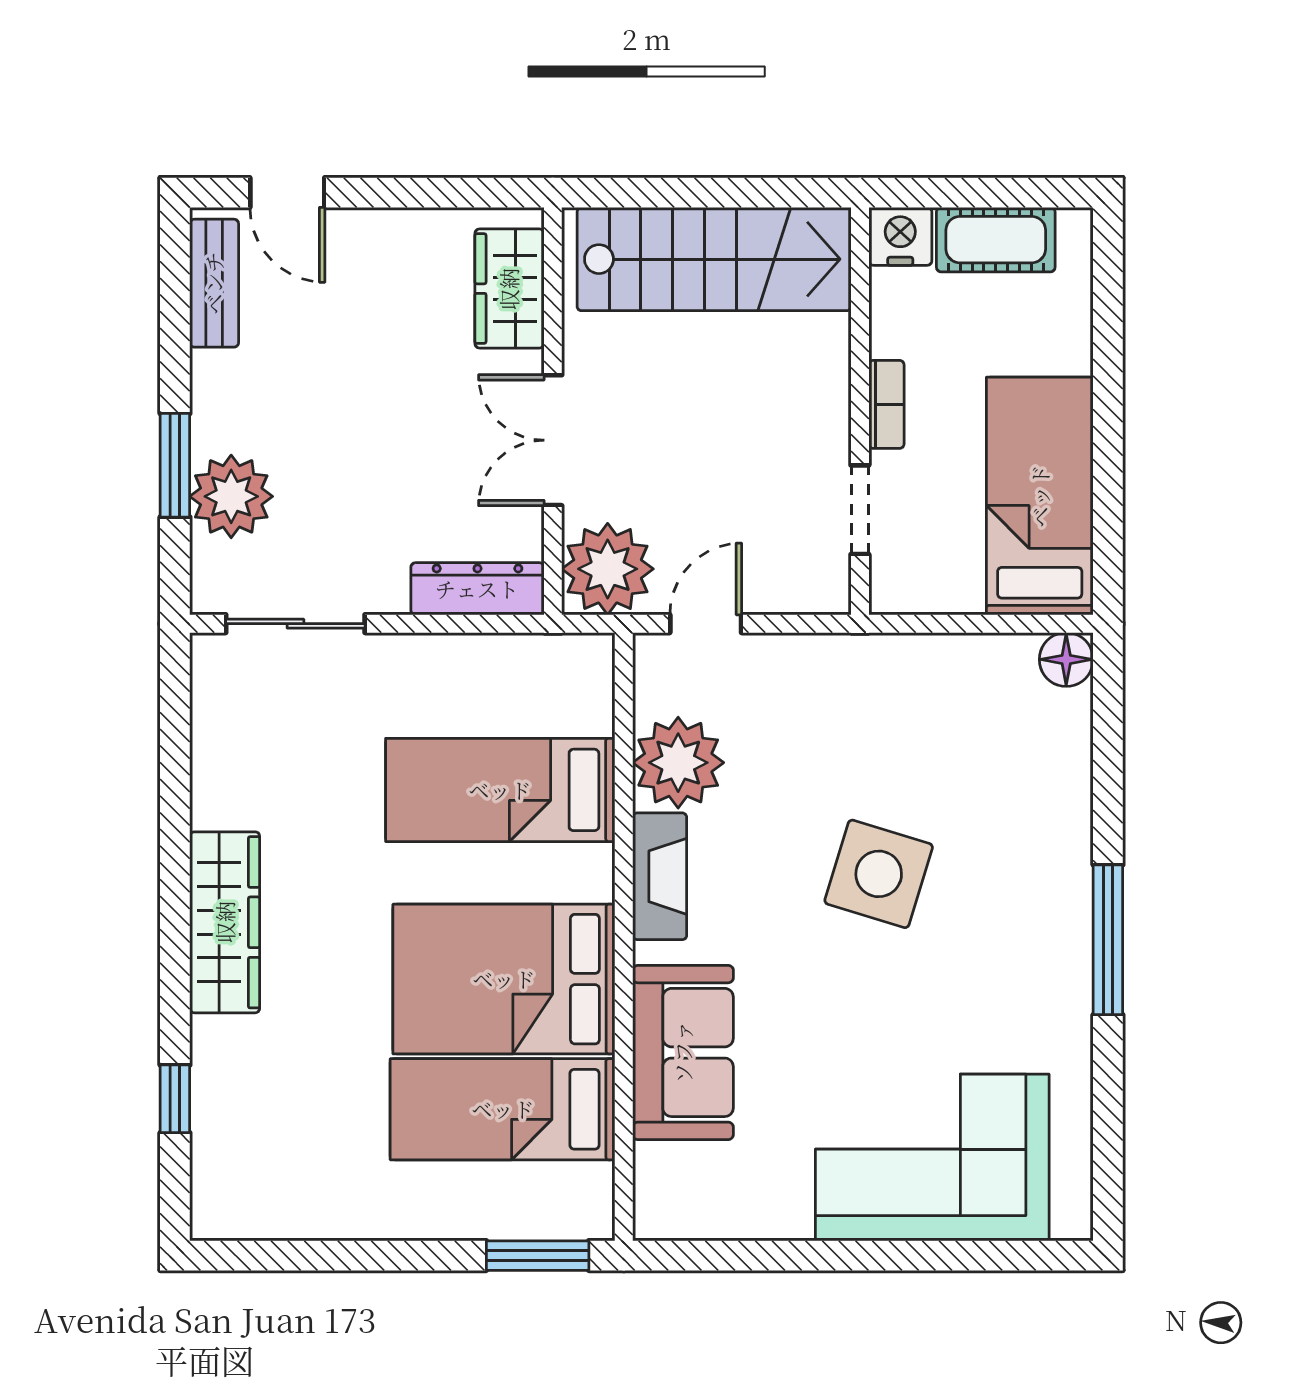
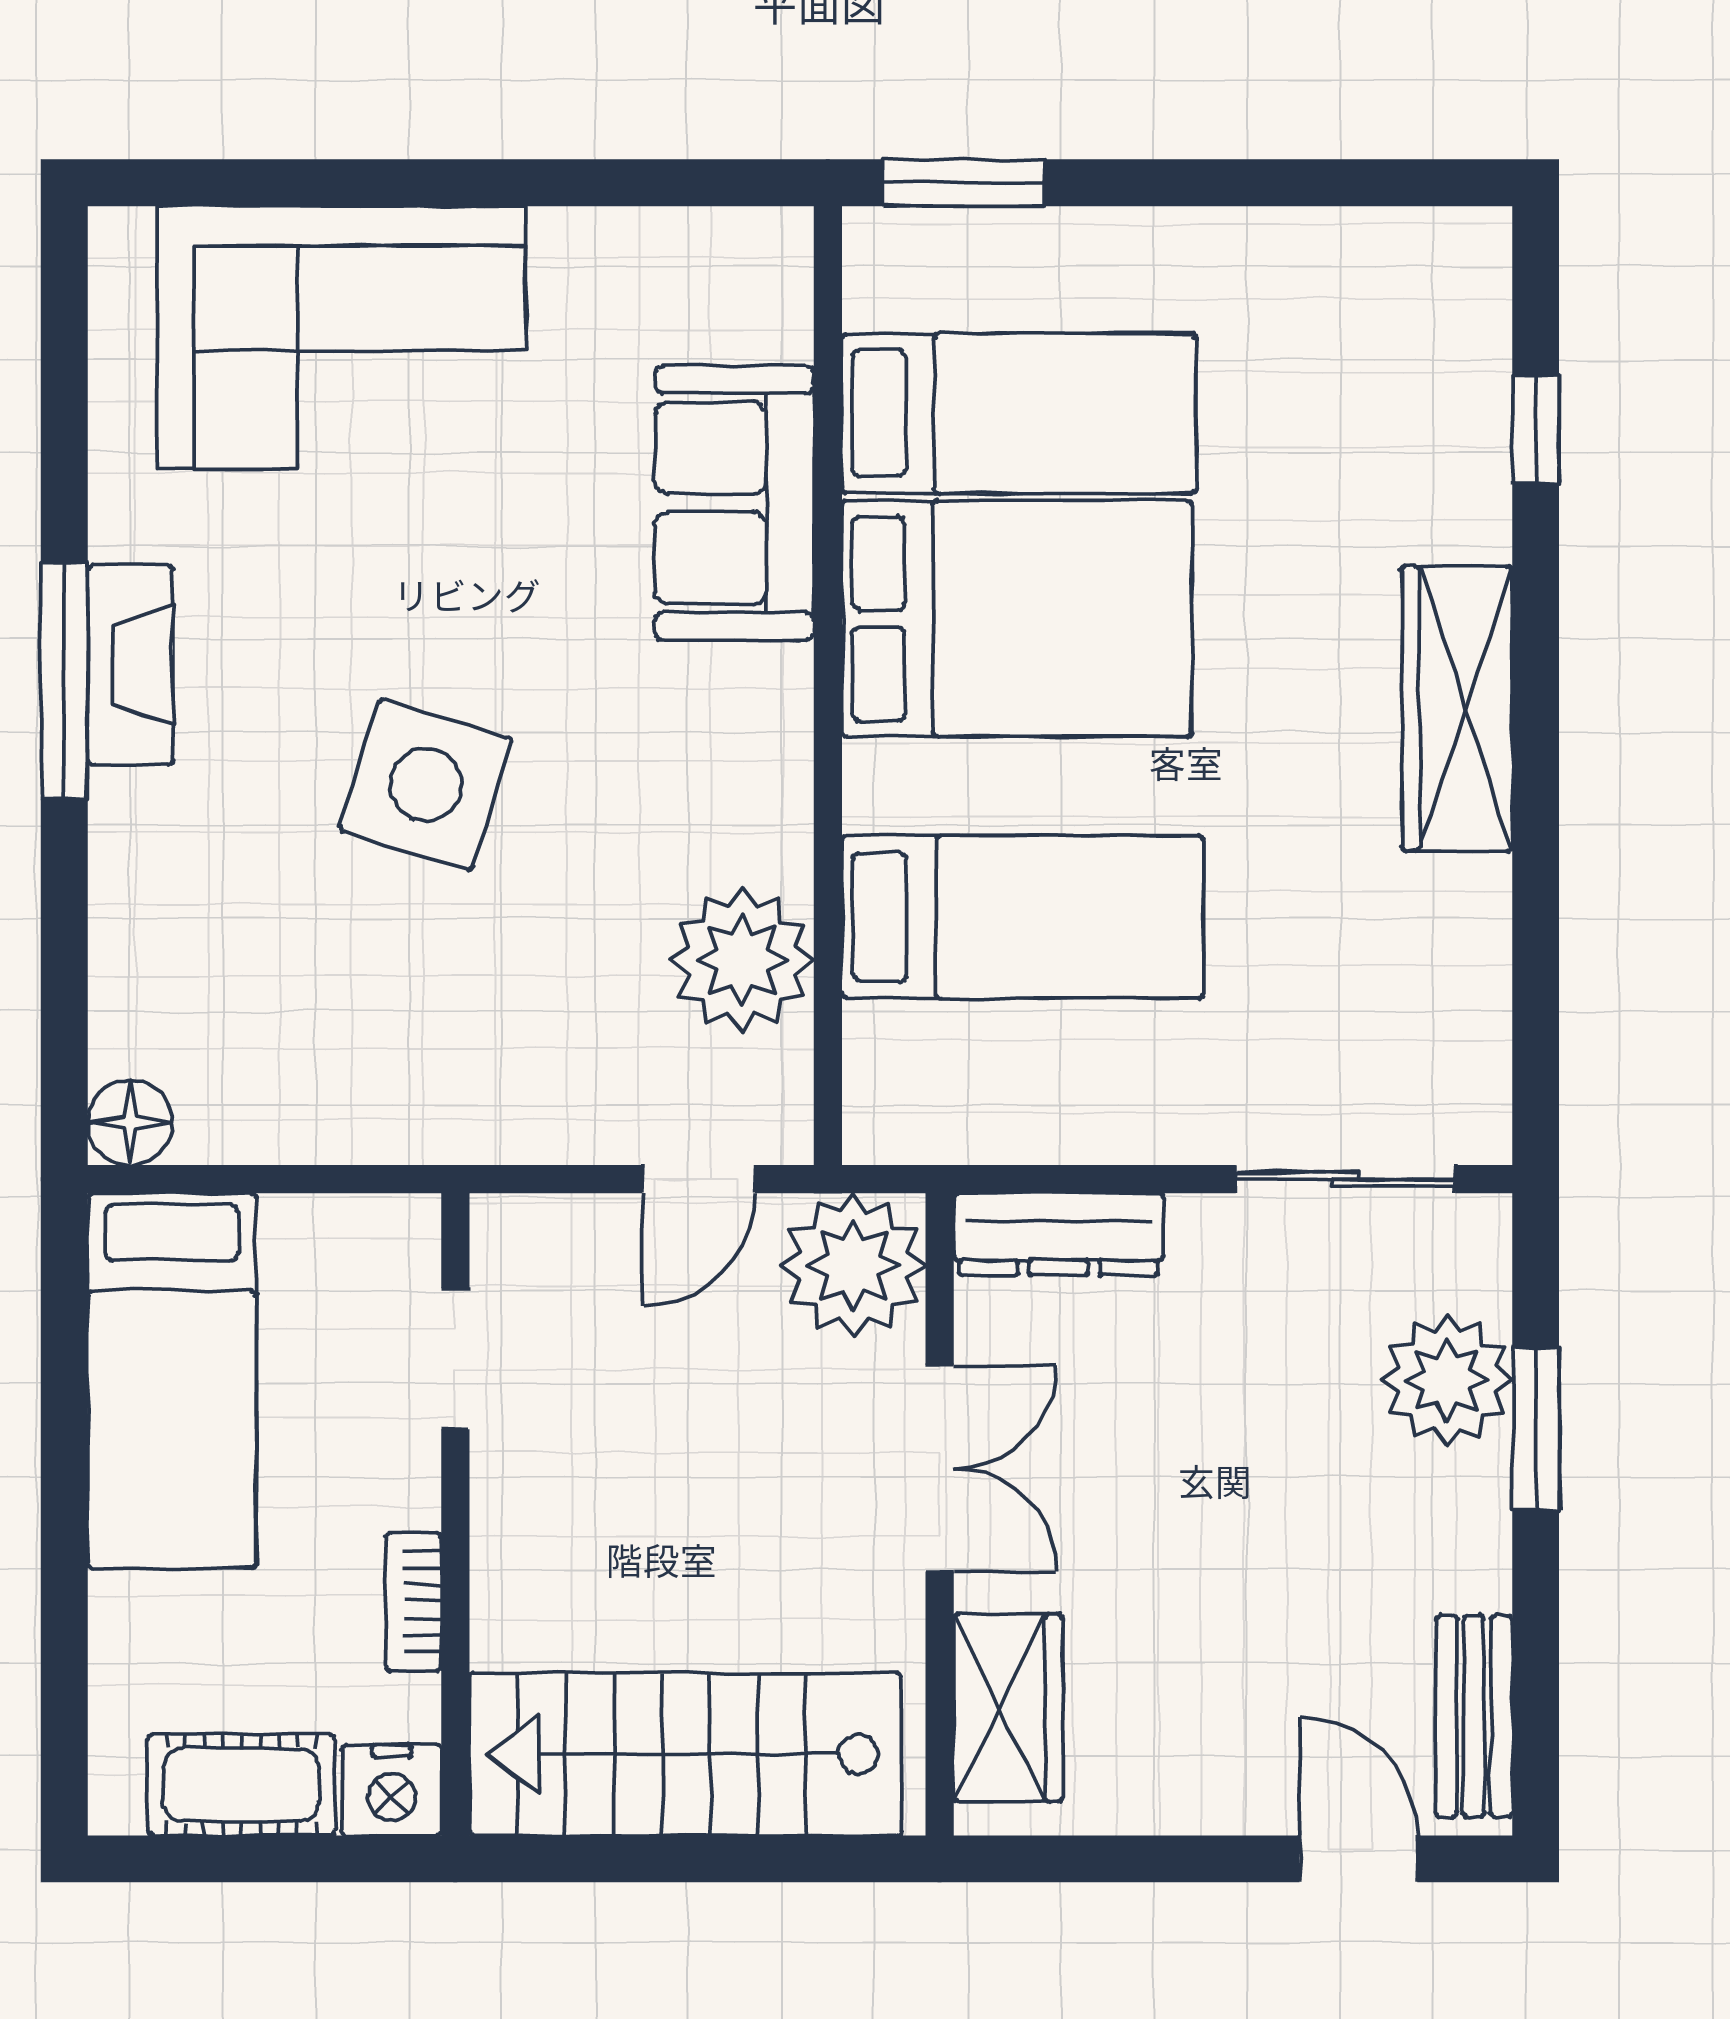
bookcase: (886, 404) -> (414, 1602), moved
fireplace: (660, 876) -> (130, 665), moved, turned 180

